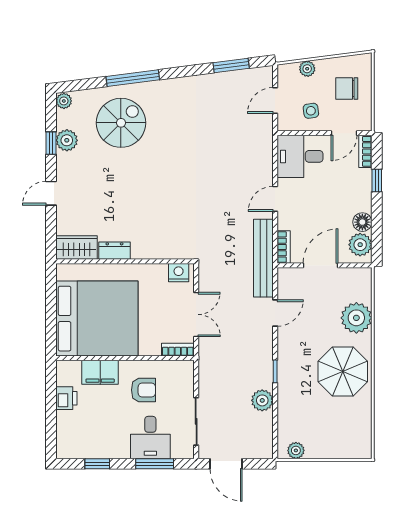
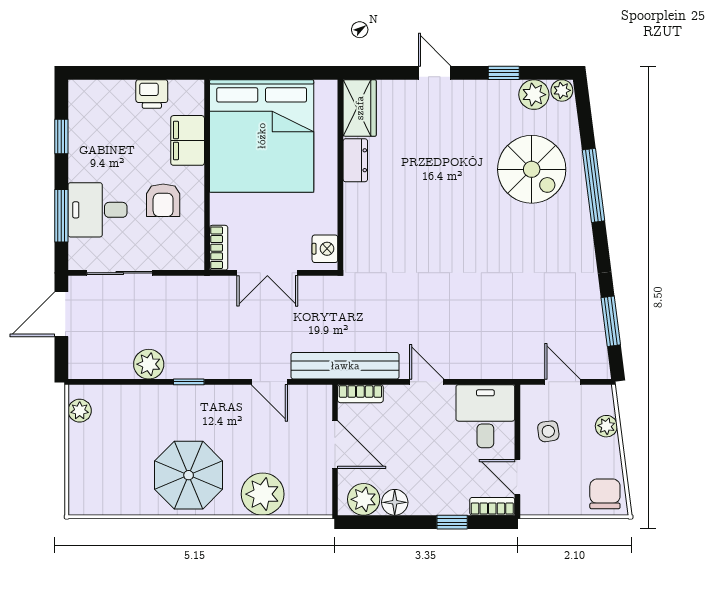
chair: (347, 88) -> (605, 494), moved
plant: (67, 140) -> (534, 95), moved

